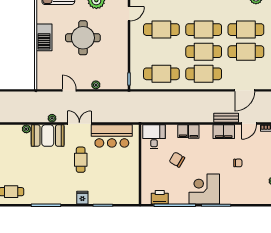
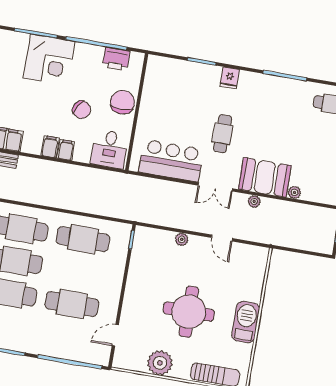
chair: (151, 169) -> (122, 102), added

